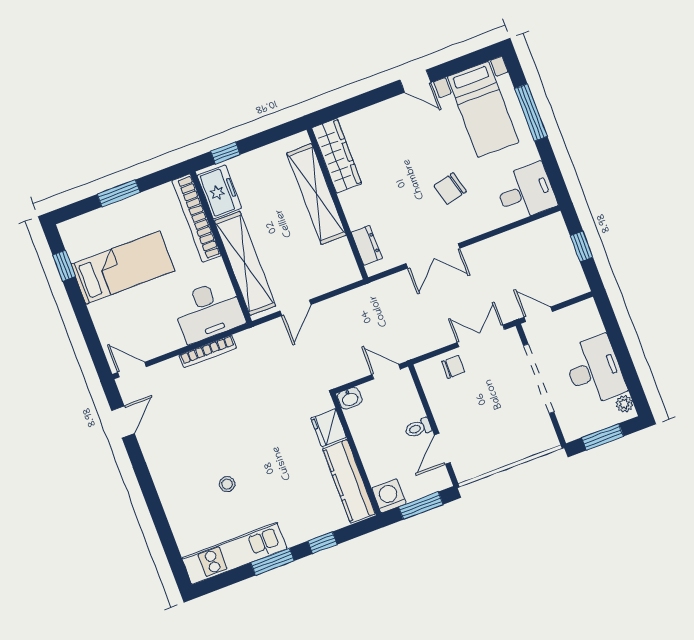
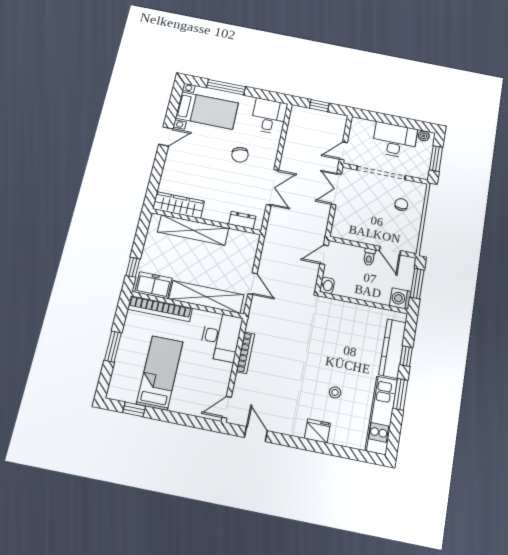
chair: (453, 367) -> (401, 204), moved
fridge: (329, 428) -> (317, 431), moved, turned 180
kitchen counter: (349, 481) -> (393, 349), moved, turned 90

